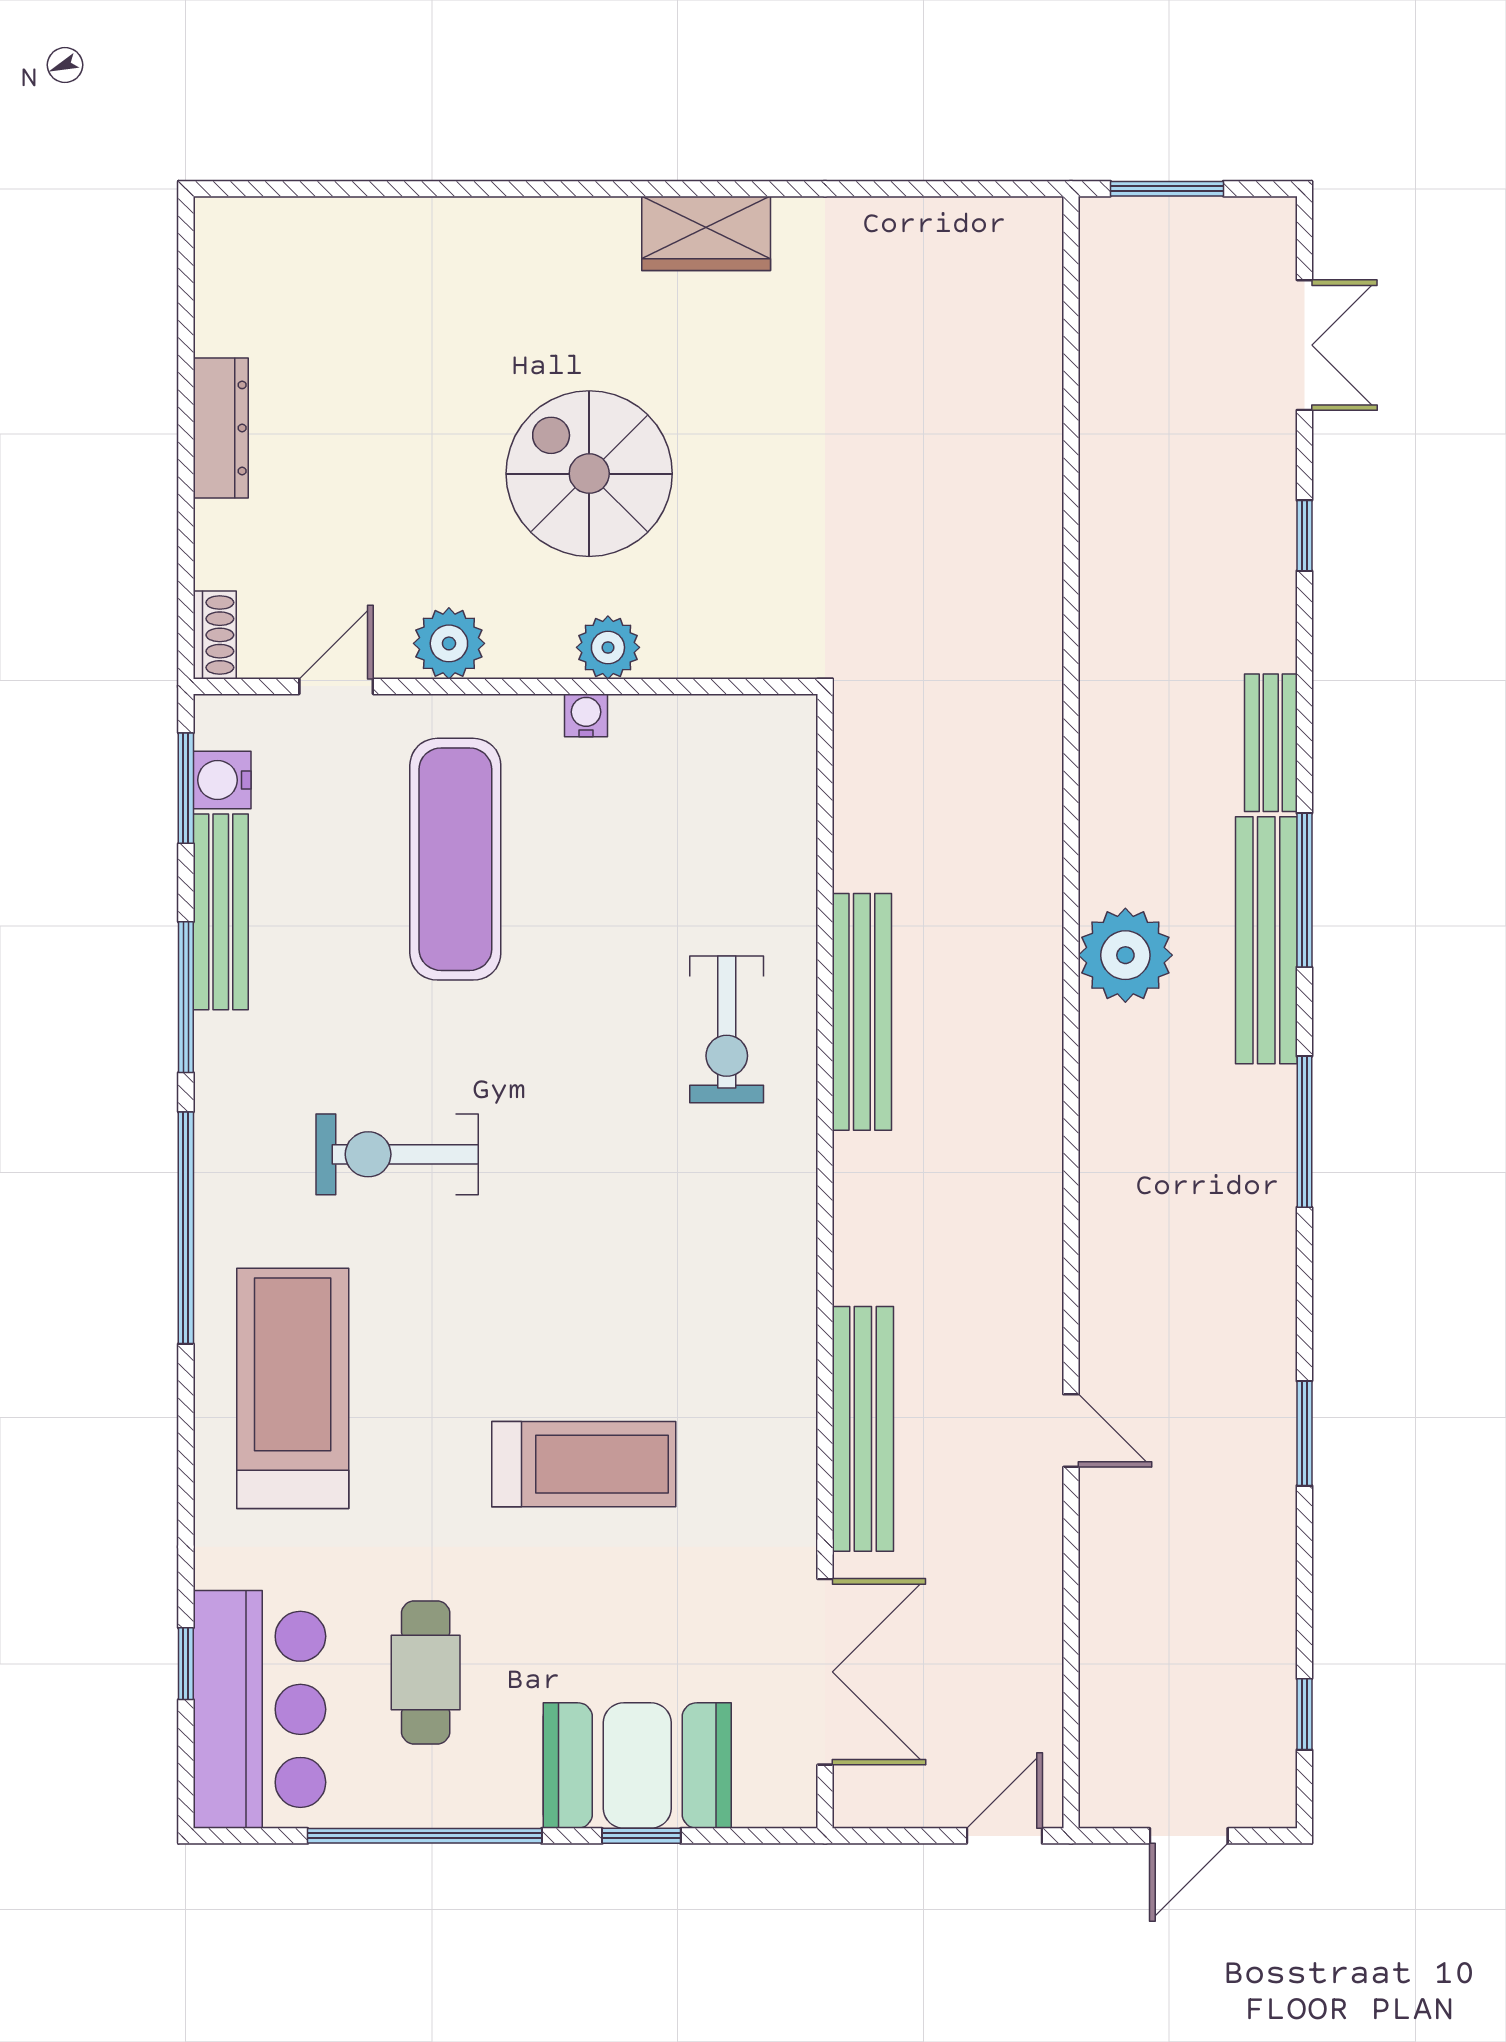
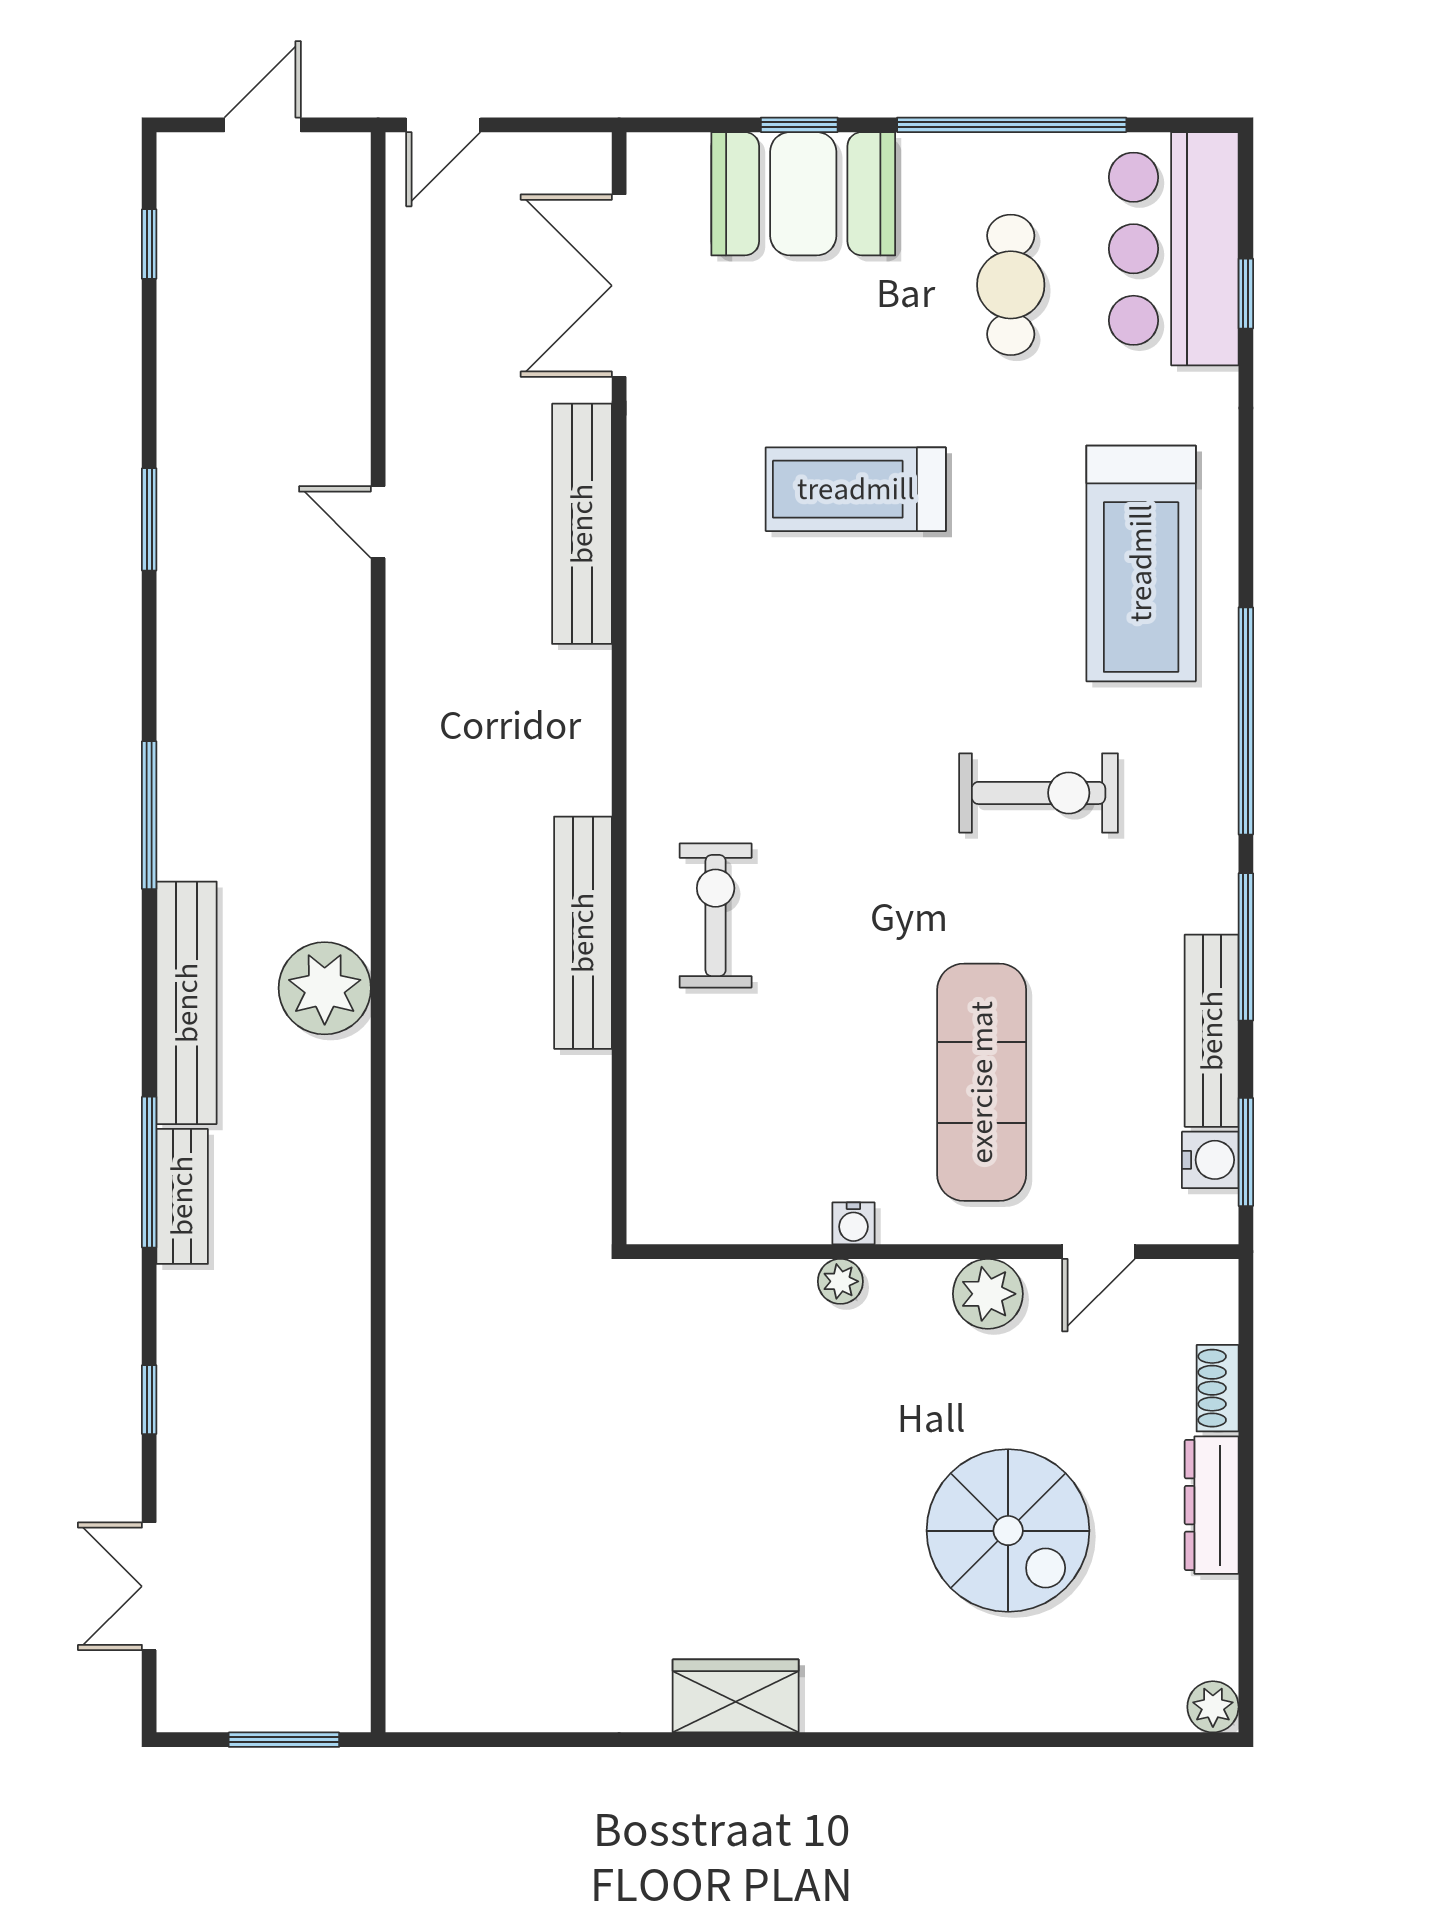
plant: (219, 222) -> (1213, 1707), added
spiral stairs: (589, 474) -> (1008, 1531), moved
shoe rack: (215, 635) -> (1218, 1388), moved
plant: (608, 647) -> (840, 1281), width x0.73, depth x0.73
window: (1304, 890) -> (149, 1172), moved

